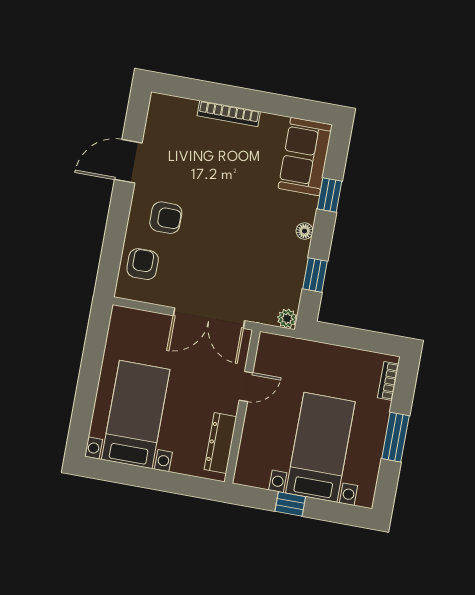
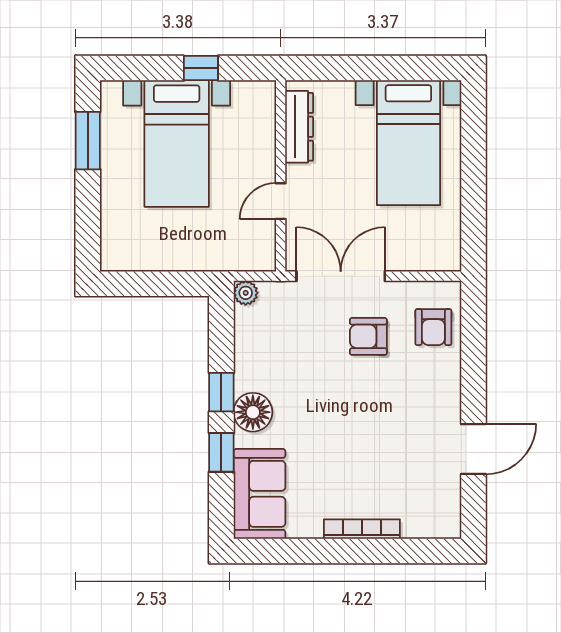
armchair: (166, 218) -> (368, 336), moved
floor lamp: (305, 231) -> (253, 412), width x1.89, depth x1.89
window: (315, 275) -> (221, 392), moved
bookcase: (388, 381) -> (109, 239), removed
window: (395, 437) -> (88, 141), moved

